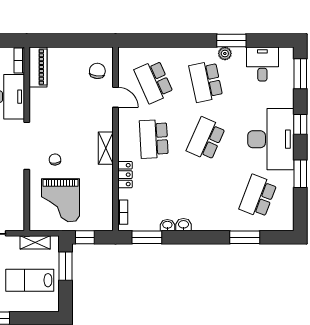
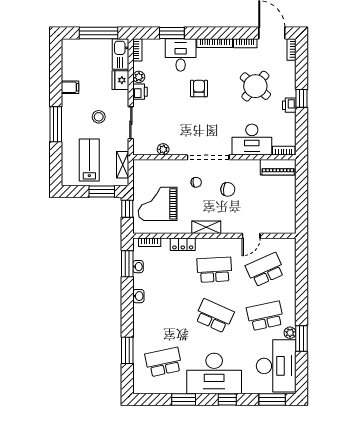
desk: (262, 64) -> (276, 366), width x1.87, depth x1.30
chair: (97, 71) -> (228, 189), moved
school desk: (258, 196) -> (164, 362), turned -33
plant: (18, 197) -> (163, 149), added
grand piano: (61, 200) -> (158, 204), moved
washbasin: (167, 225) -> (138, 267), moved

